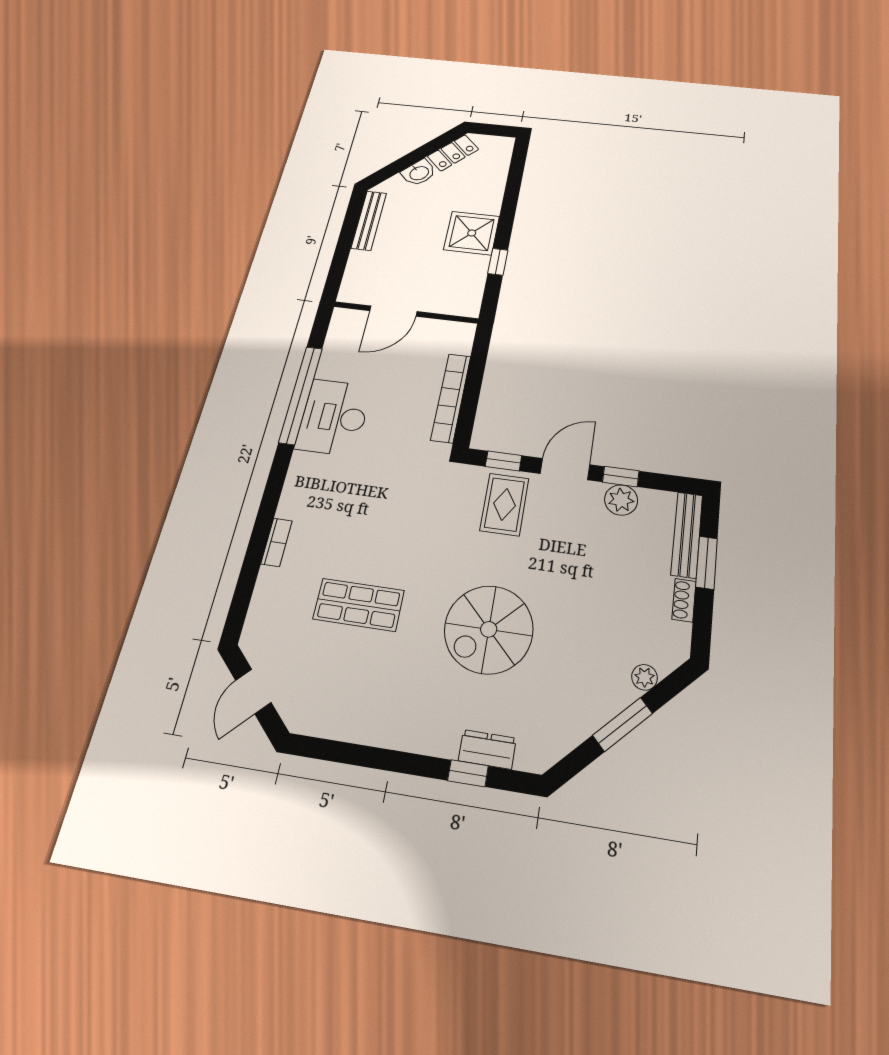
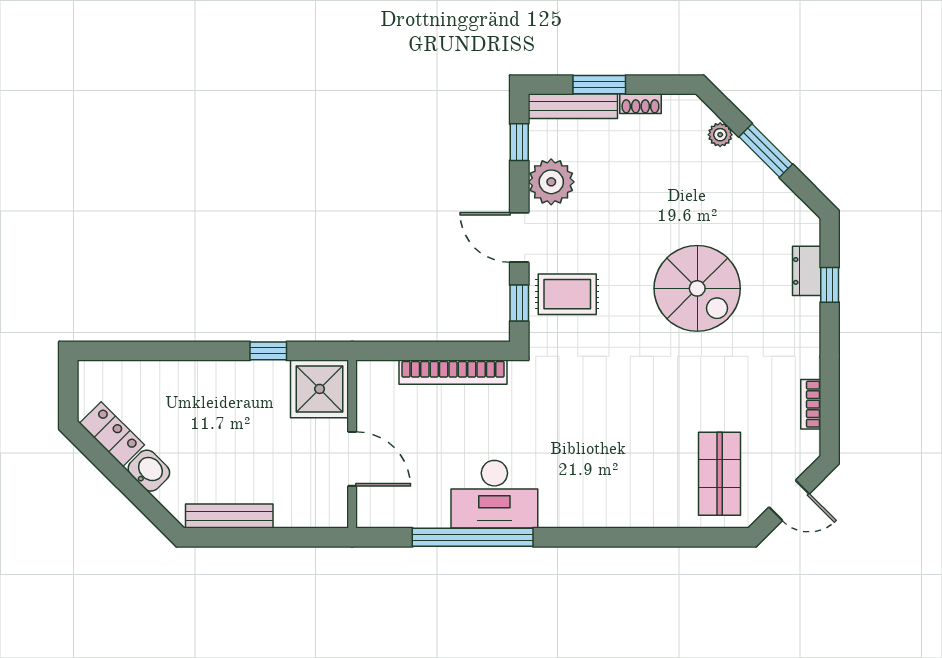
shower: (472, 233) -> (320, 389), moved
window: (621, 477) -> (519, 142), moved
plant: (621, 500) -> (551, 182), width x1.36, depth x1.36
bookcase: (277, 542) -> (811, 404), moved, turned -90
shop shelf: (359, 605) -> (720, 474), moved

